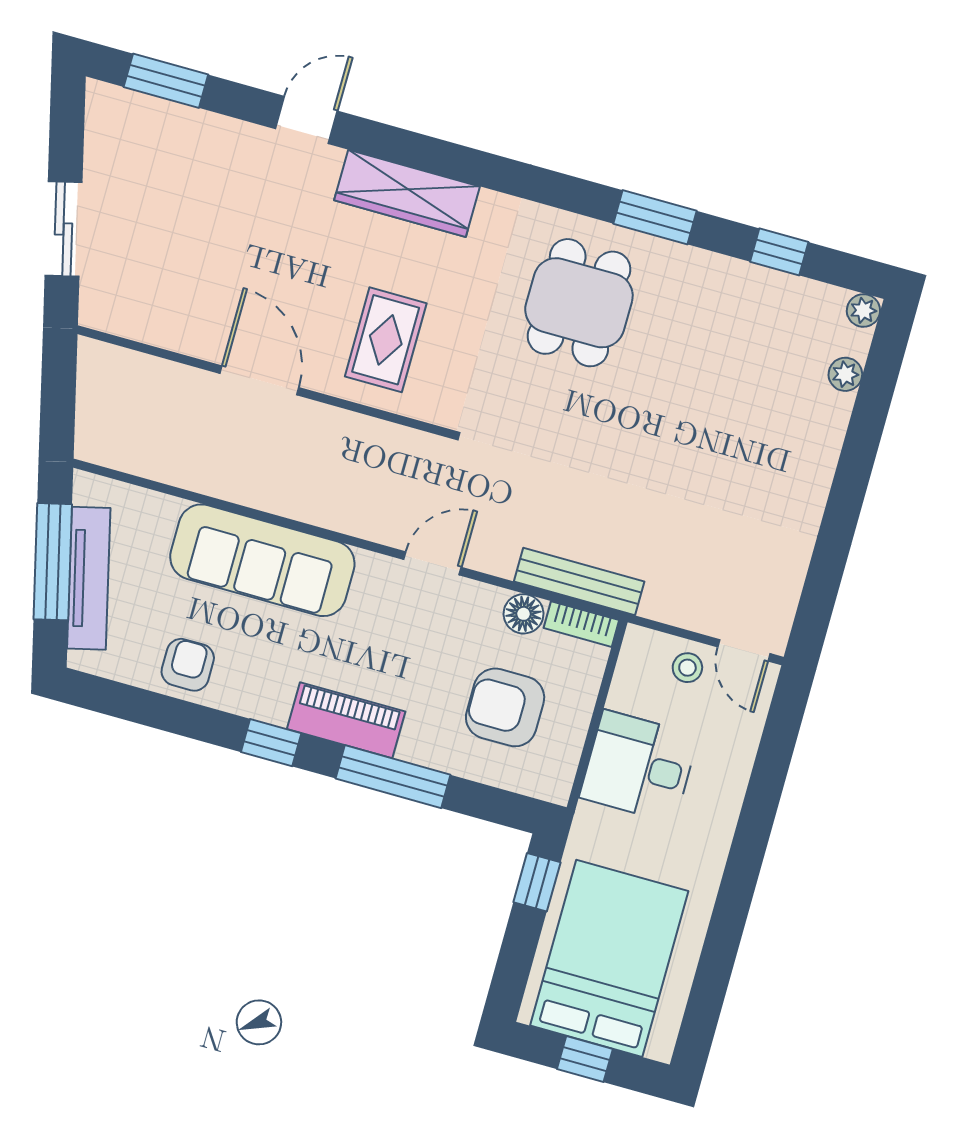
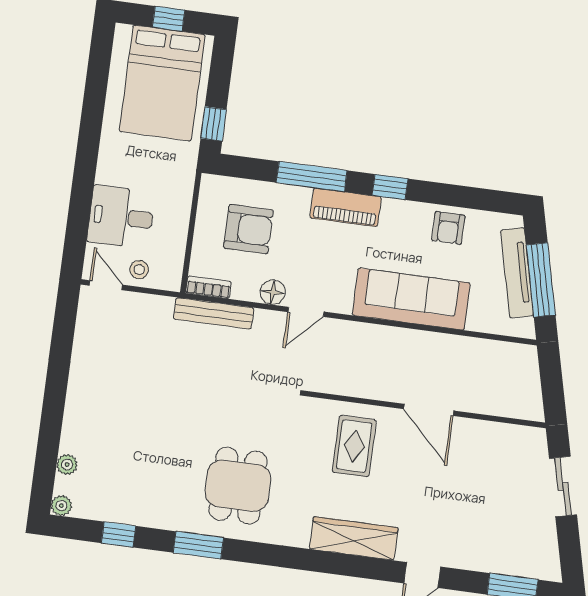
floor lamp: (524, 614) -> (273, 292), moved
desk: (639, 766) -> (121, 217), moved, turned 180

